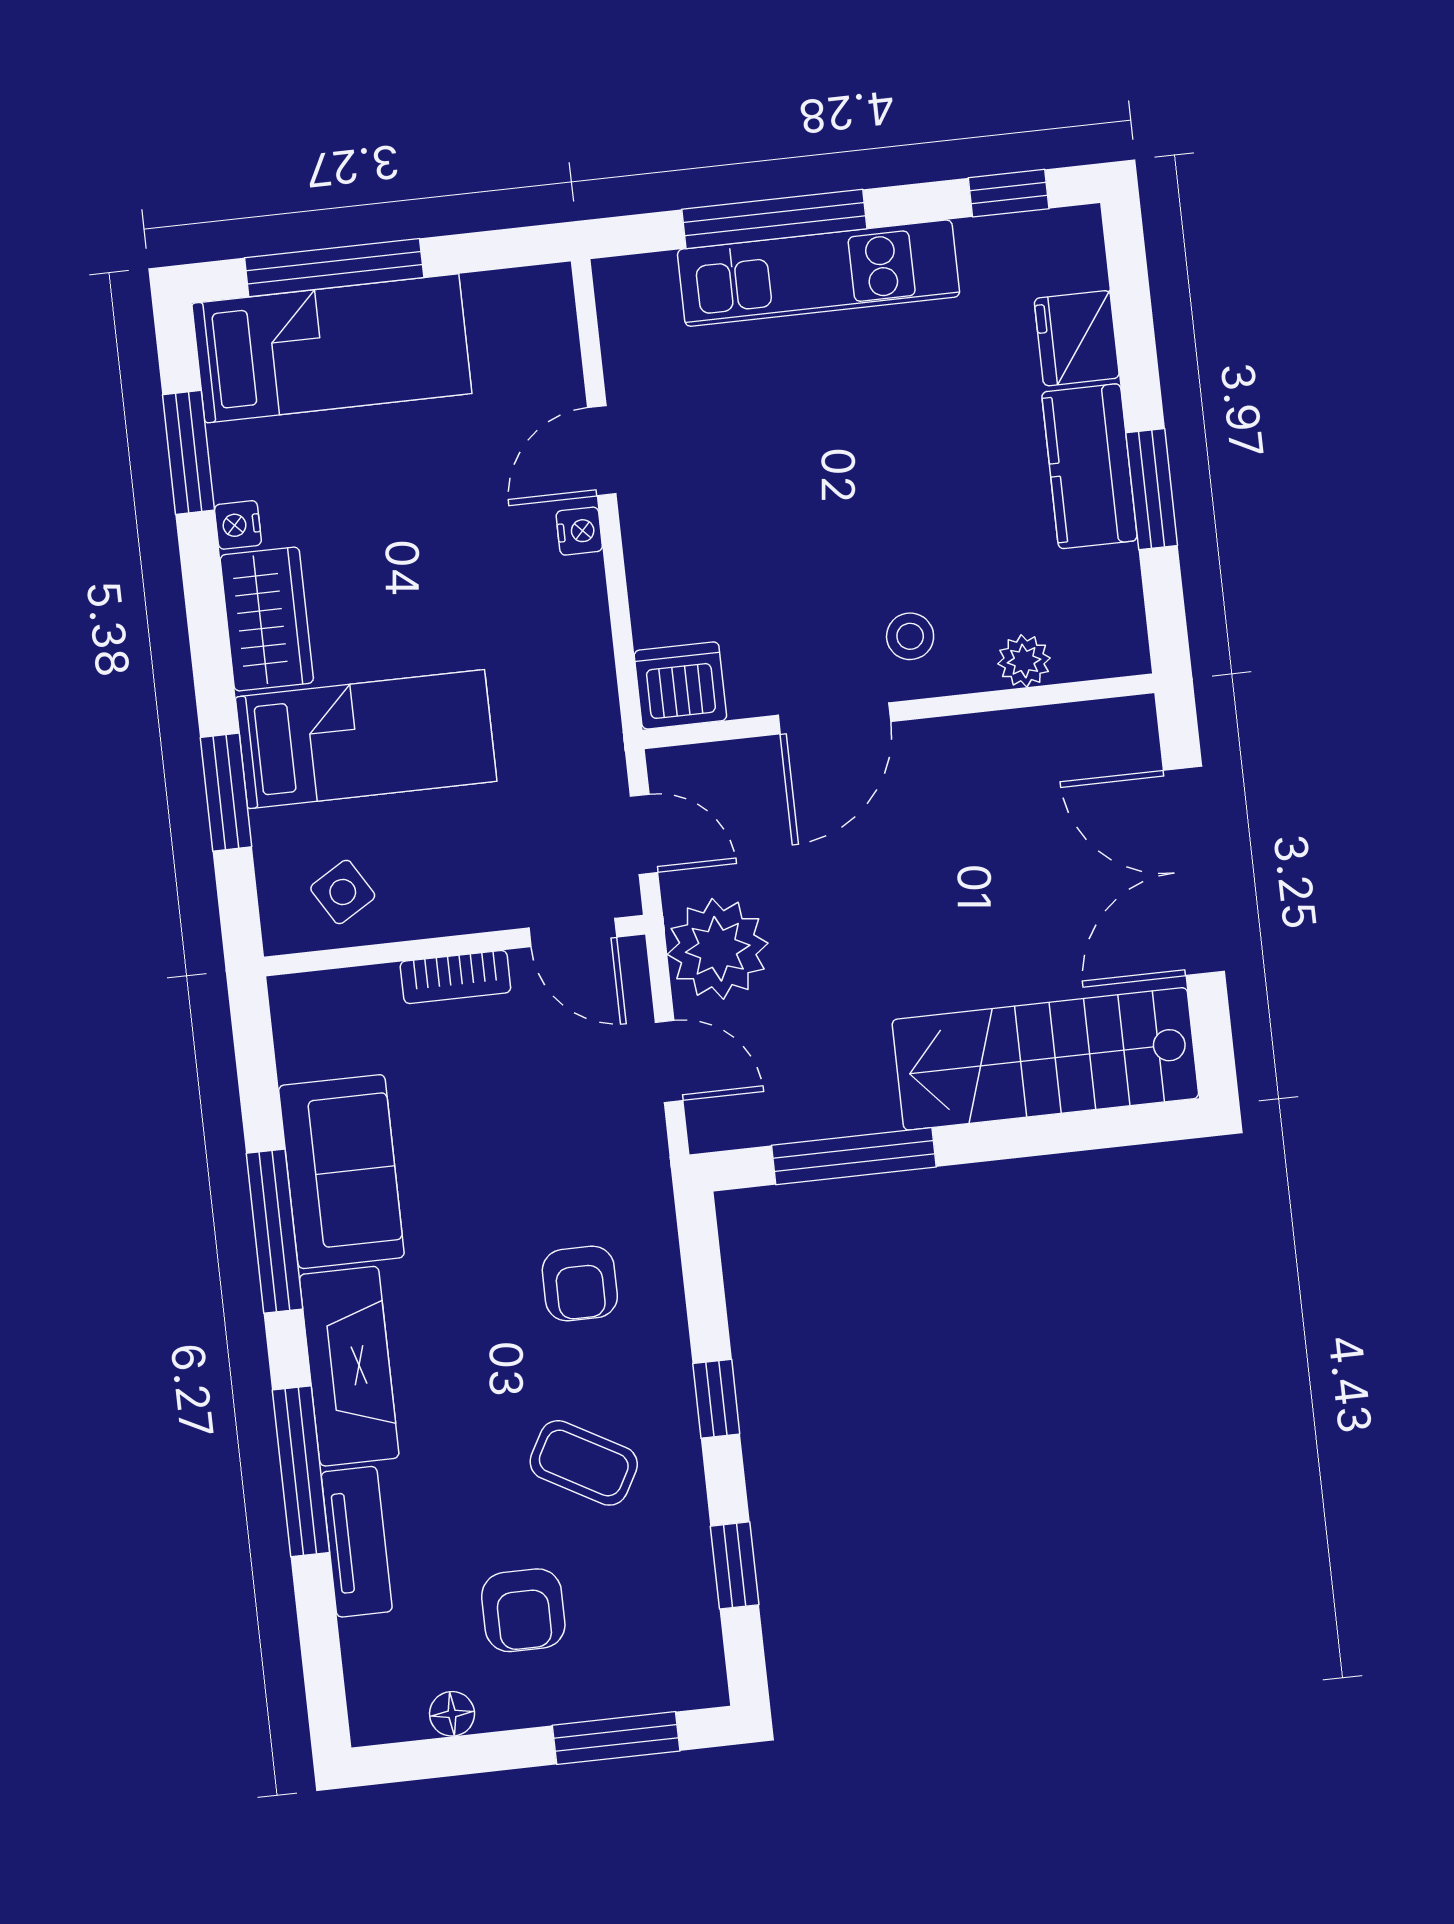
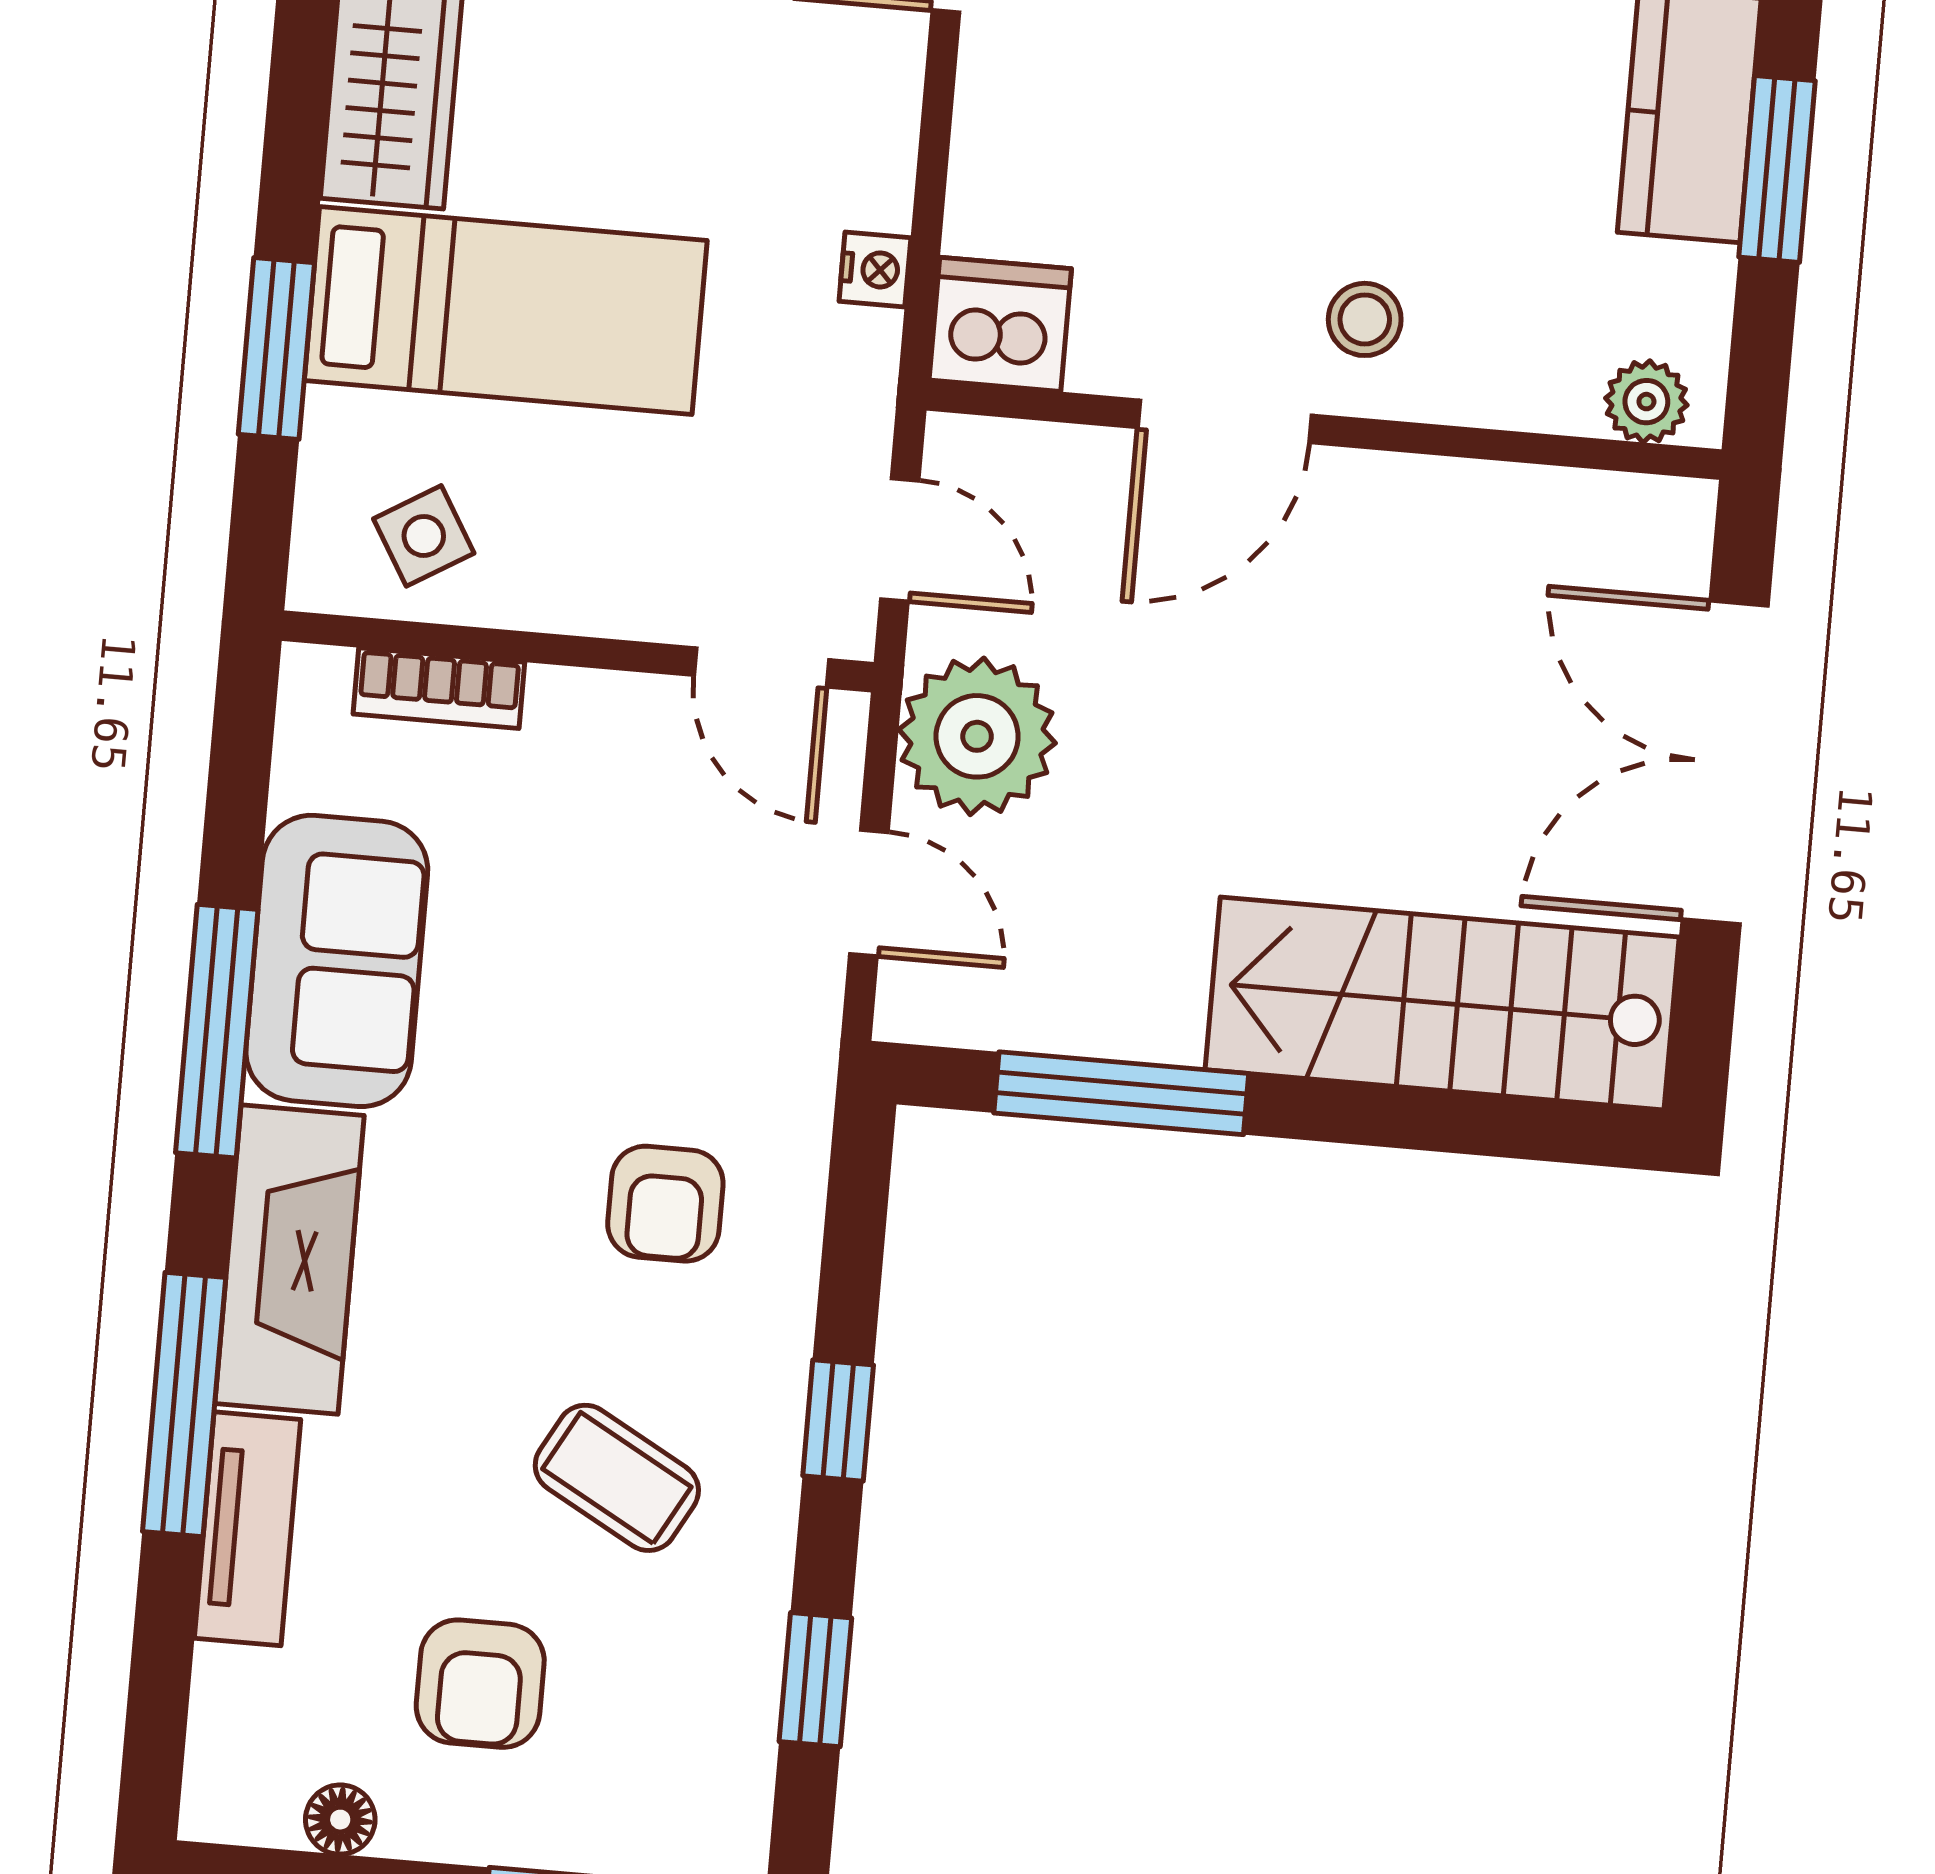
nightstand: (579, 531) -> (875, 269), moved
plant: (1024, 661) -> (1646, 402), moved
bookcase: (455, 977) -> (439, 688), moved

